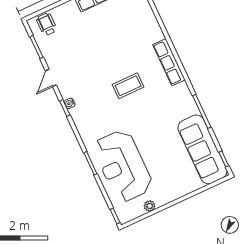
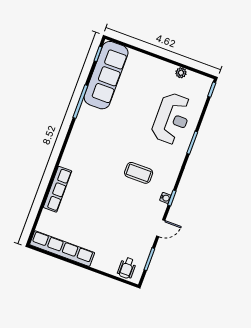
row of seats: (169, 62) -> (58, 189), moved
coffee table: (128, 86) -> (139, 173), moved
reception desk: (123, 166) -> (172, 119), width x0.74, depth x0.77

